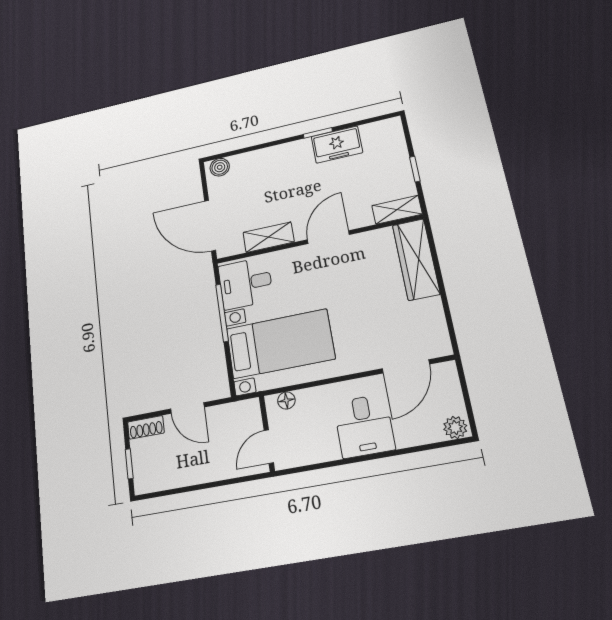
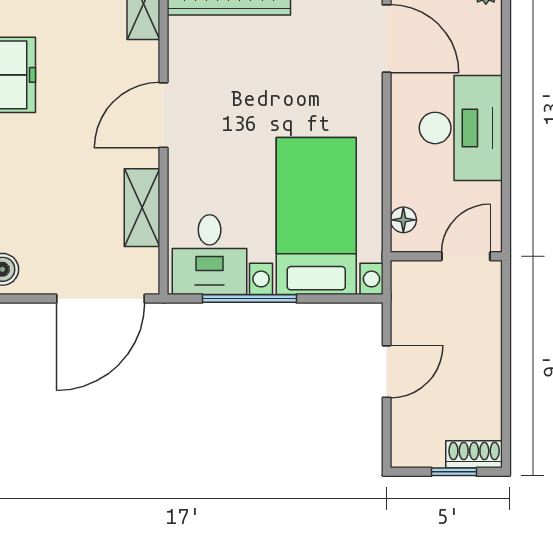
door: (328, 237) -> (163, 115), hinge flipped
desk: (364, 426) -> (461, 128), width x1.37
shoe rack: (146, 427) -> (474, 454), moved, turned -90
door: (269, 447) -> (466, 256), swing flipped

